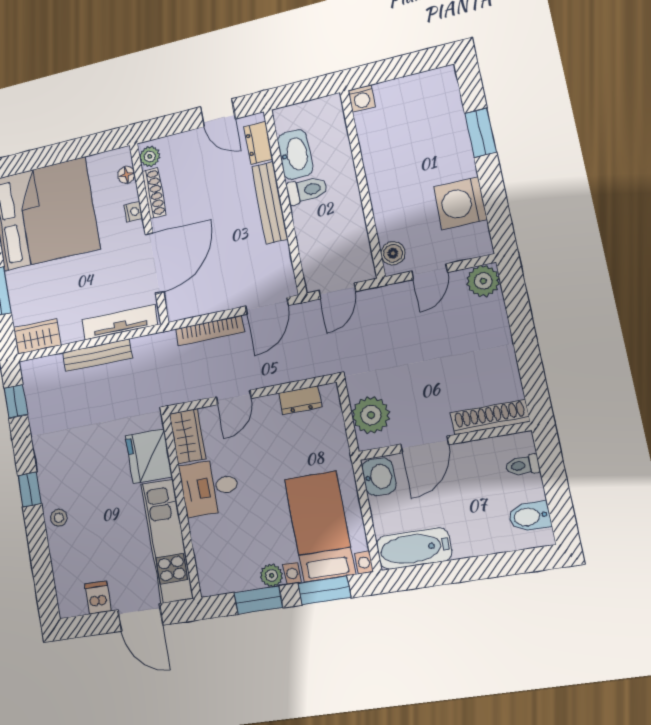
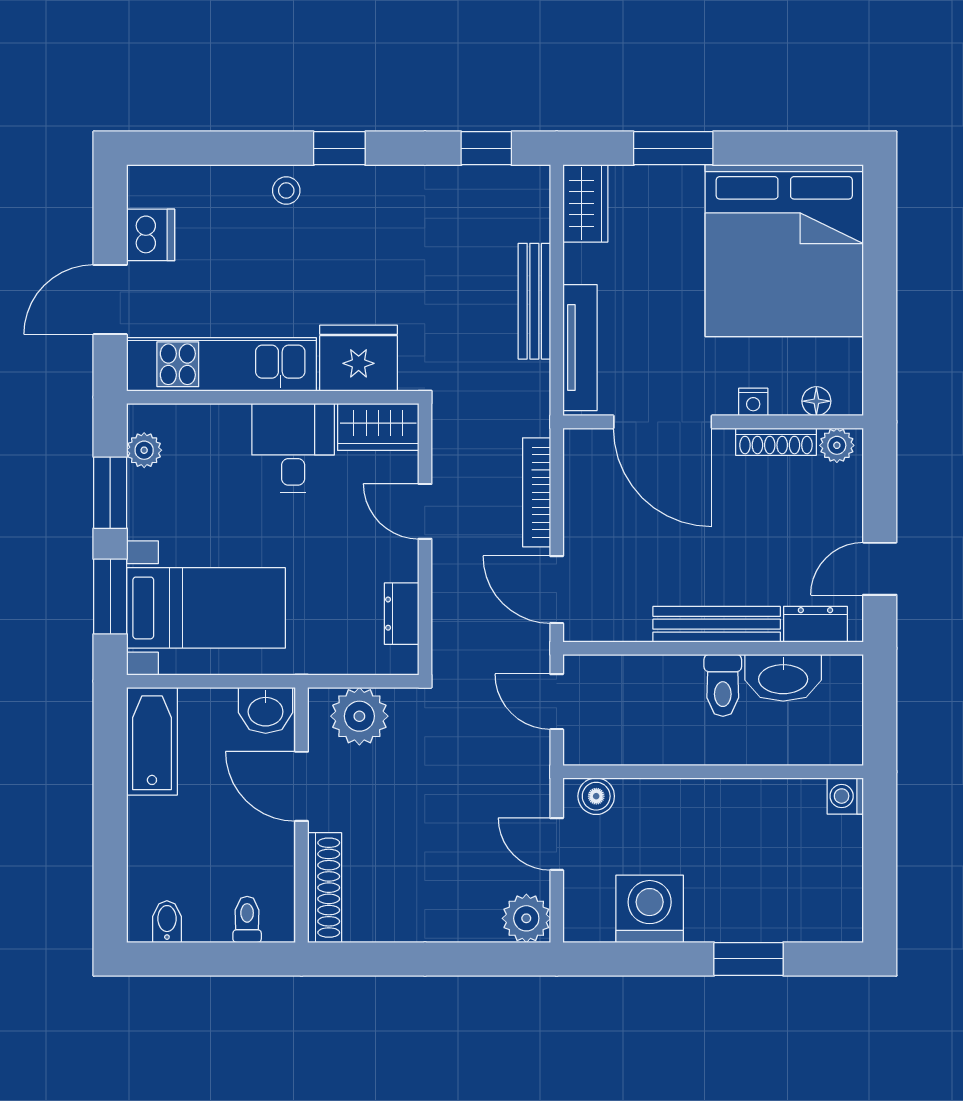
bidet: (530, 516) -> (167, 922), width x0.72, depth x0.74
plant: (272, 575) -> (144, 450), moved
dishwasher: (98, 598) -> (151, 235), width x1.38

